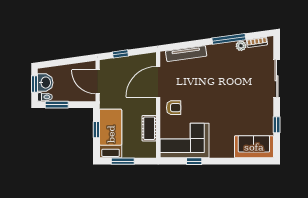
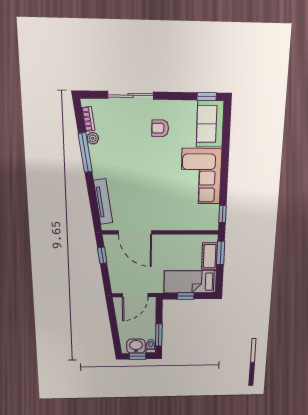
window: (120, 54) -> (102, 255), moved
armchair: (174, 108) -> (160, 128), moved, turned -90
window: (277, 125) -> (207, 96), moved
cot: (149, 128) -> (210, 256), moved, turned 90
corner sofa: (184, 141) -> (201, 176), moved
window: (123, 161) -> (221, 253), moved
window: (194, 161) -> (222, 214), moved

